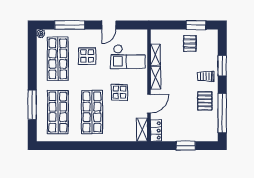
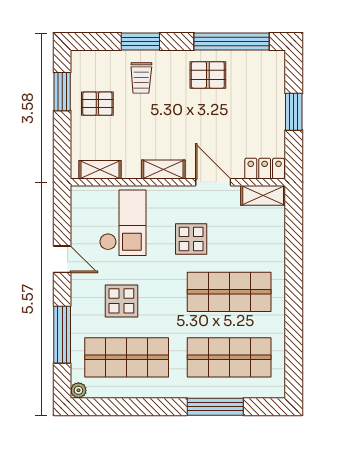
shelving: (155, 55) -> (100, 170), moved
trolley: (206, 76) -> (141, 78), moved

